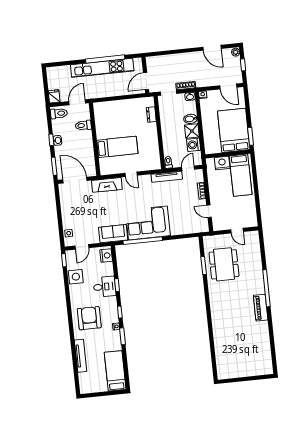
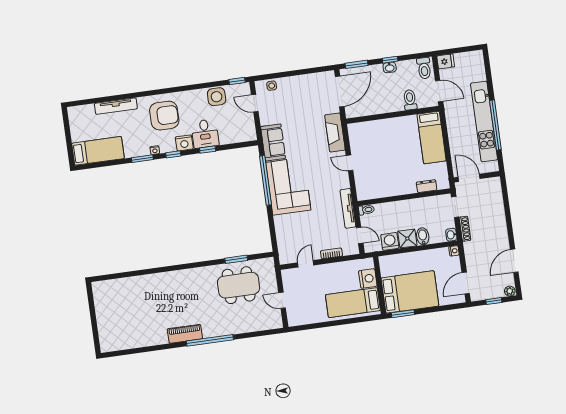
bed: (117, 147) -> (431, 138), moved
door: (131, 174) -> (350, 163), hinge flipped
door: (237, 231) -> (282, 300), hinge flipped
nightstand: (106, 256) -> (184, 143), moved

